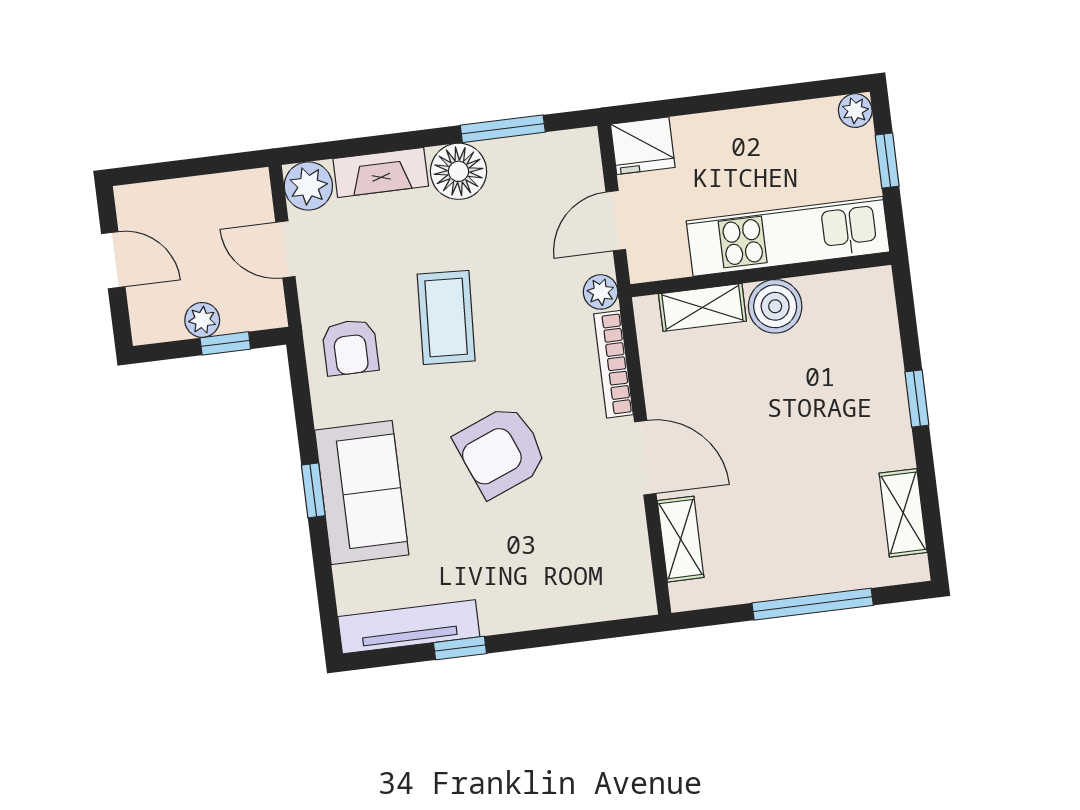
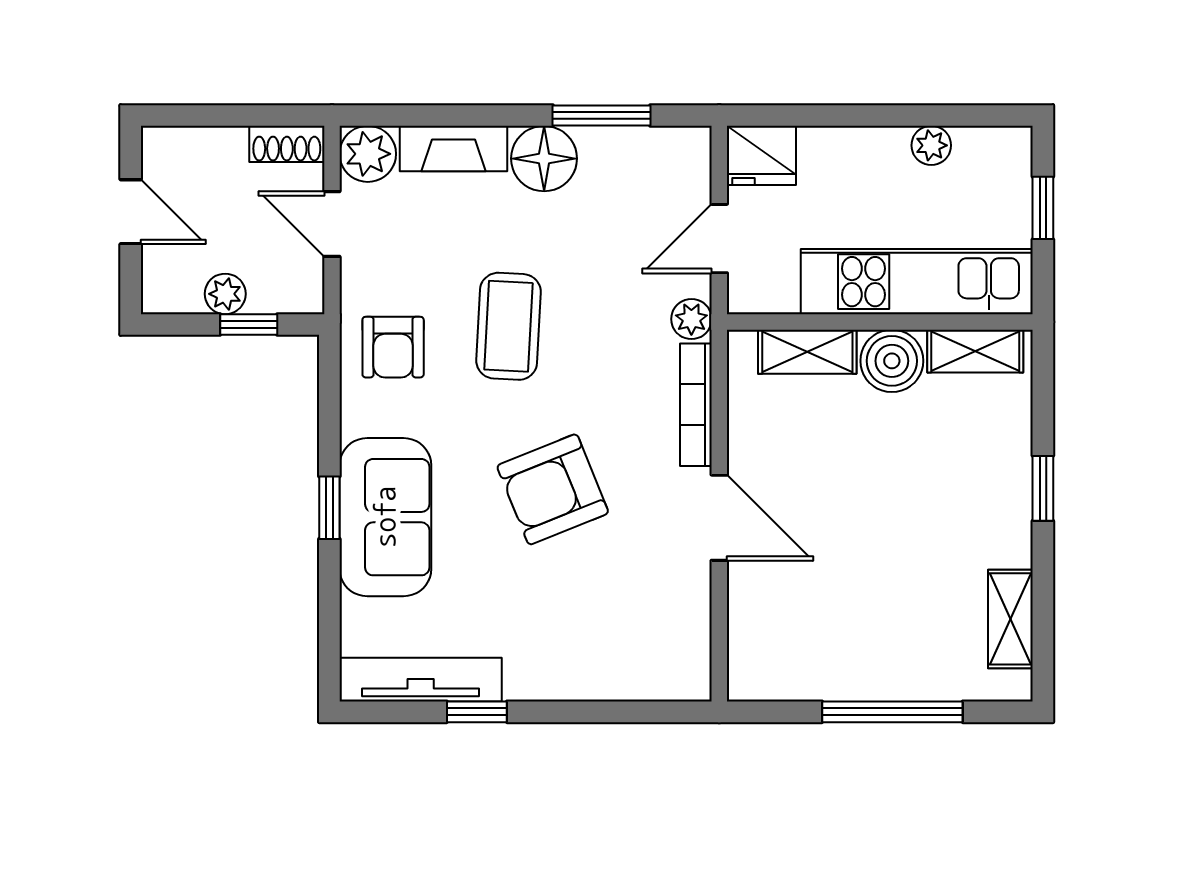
plant: (855, 111) -> (931, 145), moved
shoe rack: (239, 186) -> (287, 144), added
shelving: (681, 539) -> (975, 351), moved, turned 90

